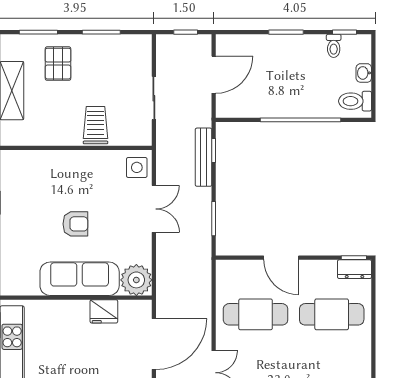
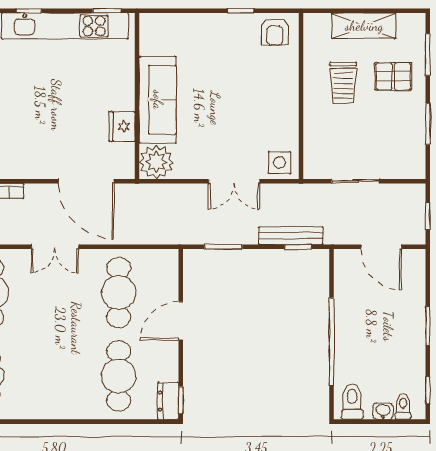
toilet: (334, 46) -> (403, 407), moved, turned 90
trolley: (95, 125) -> (343, 83), moved, turned 90
armchair: (75, 224) -> (275, 32), moved

